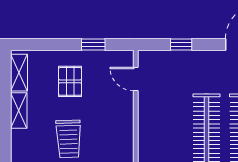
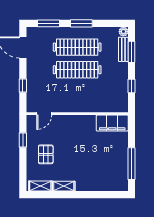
pallet: (70, 81) -> (46, 154), turned 90
trolley: (69, 139) -> (81, 155), removed

